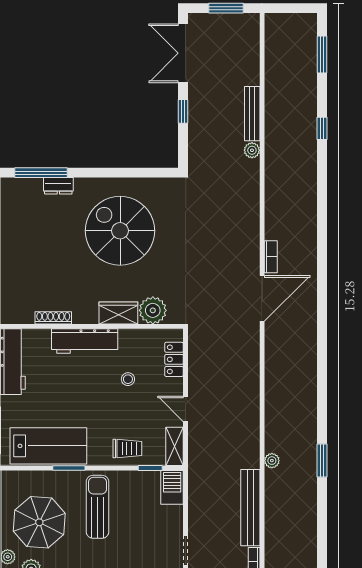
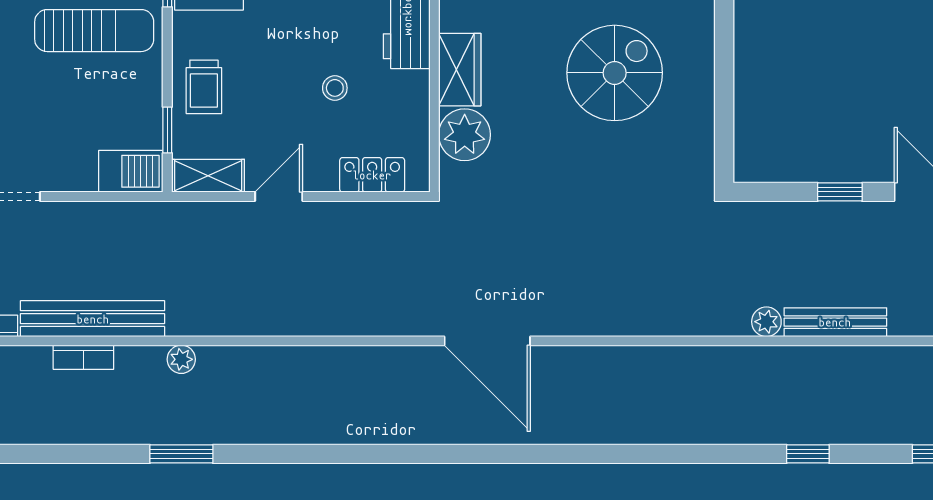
spiral stairs: (120, 231) -> (615, 73), width x0.73, depth x0.73
bookcase: (271, 257) -> (83, 357), moved

